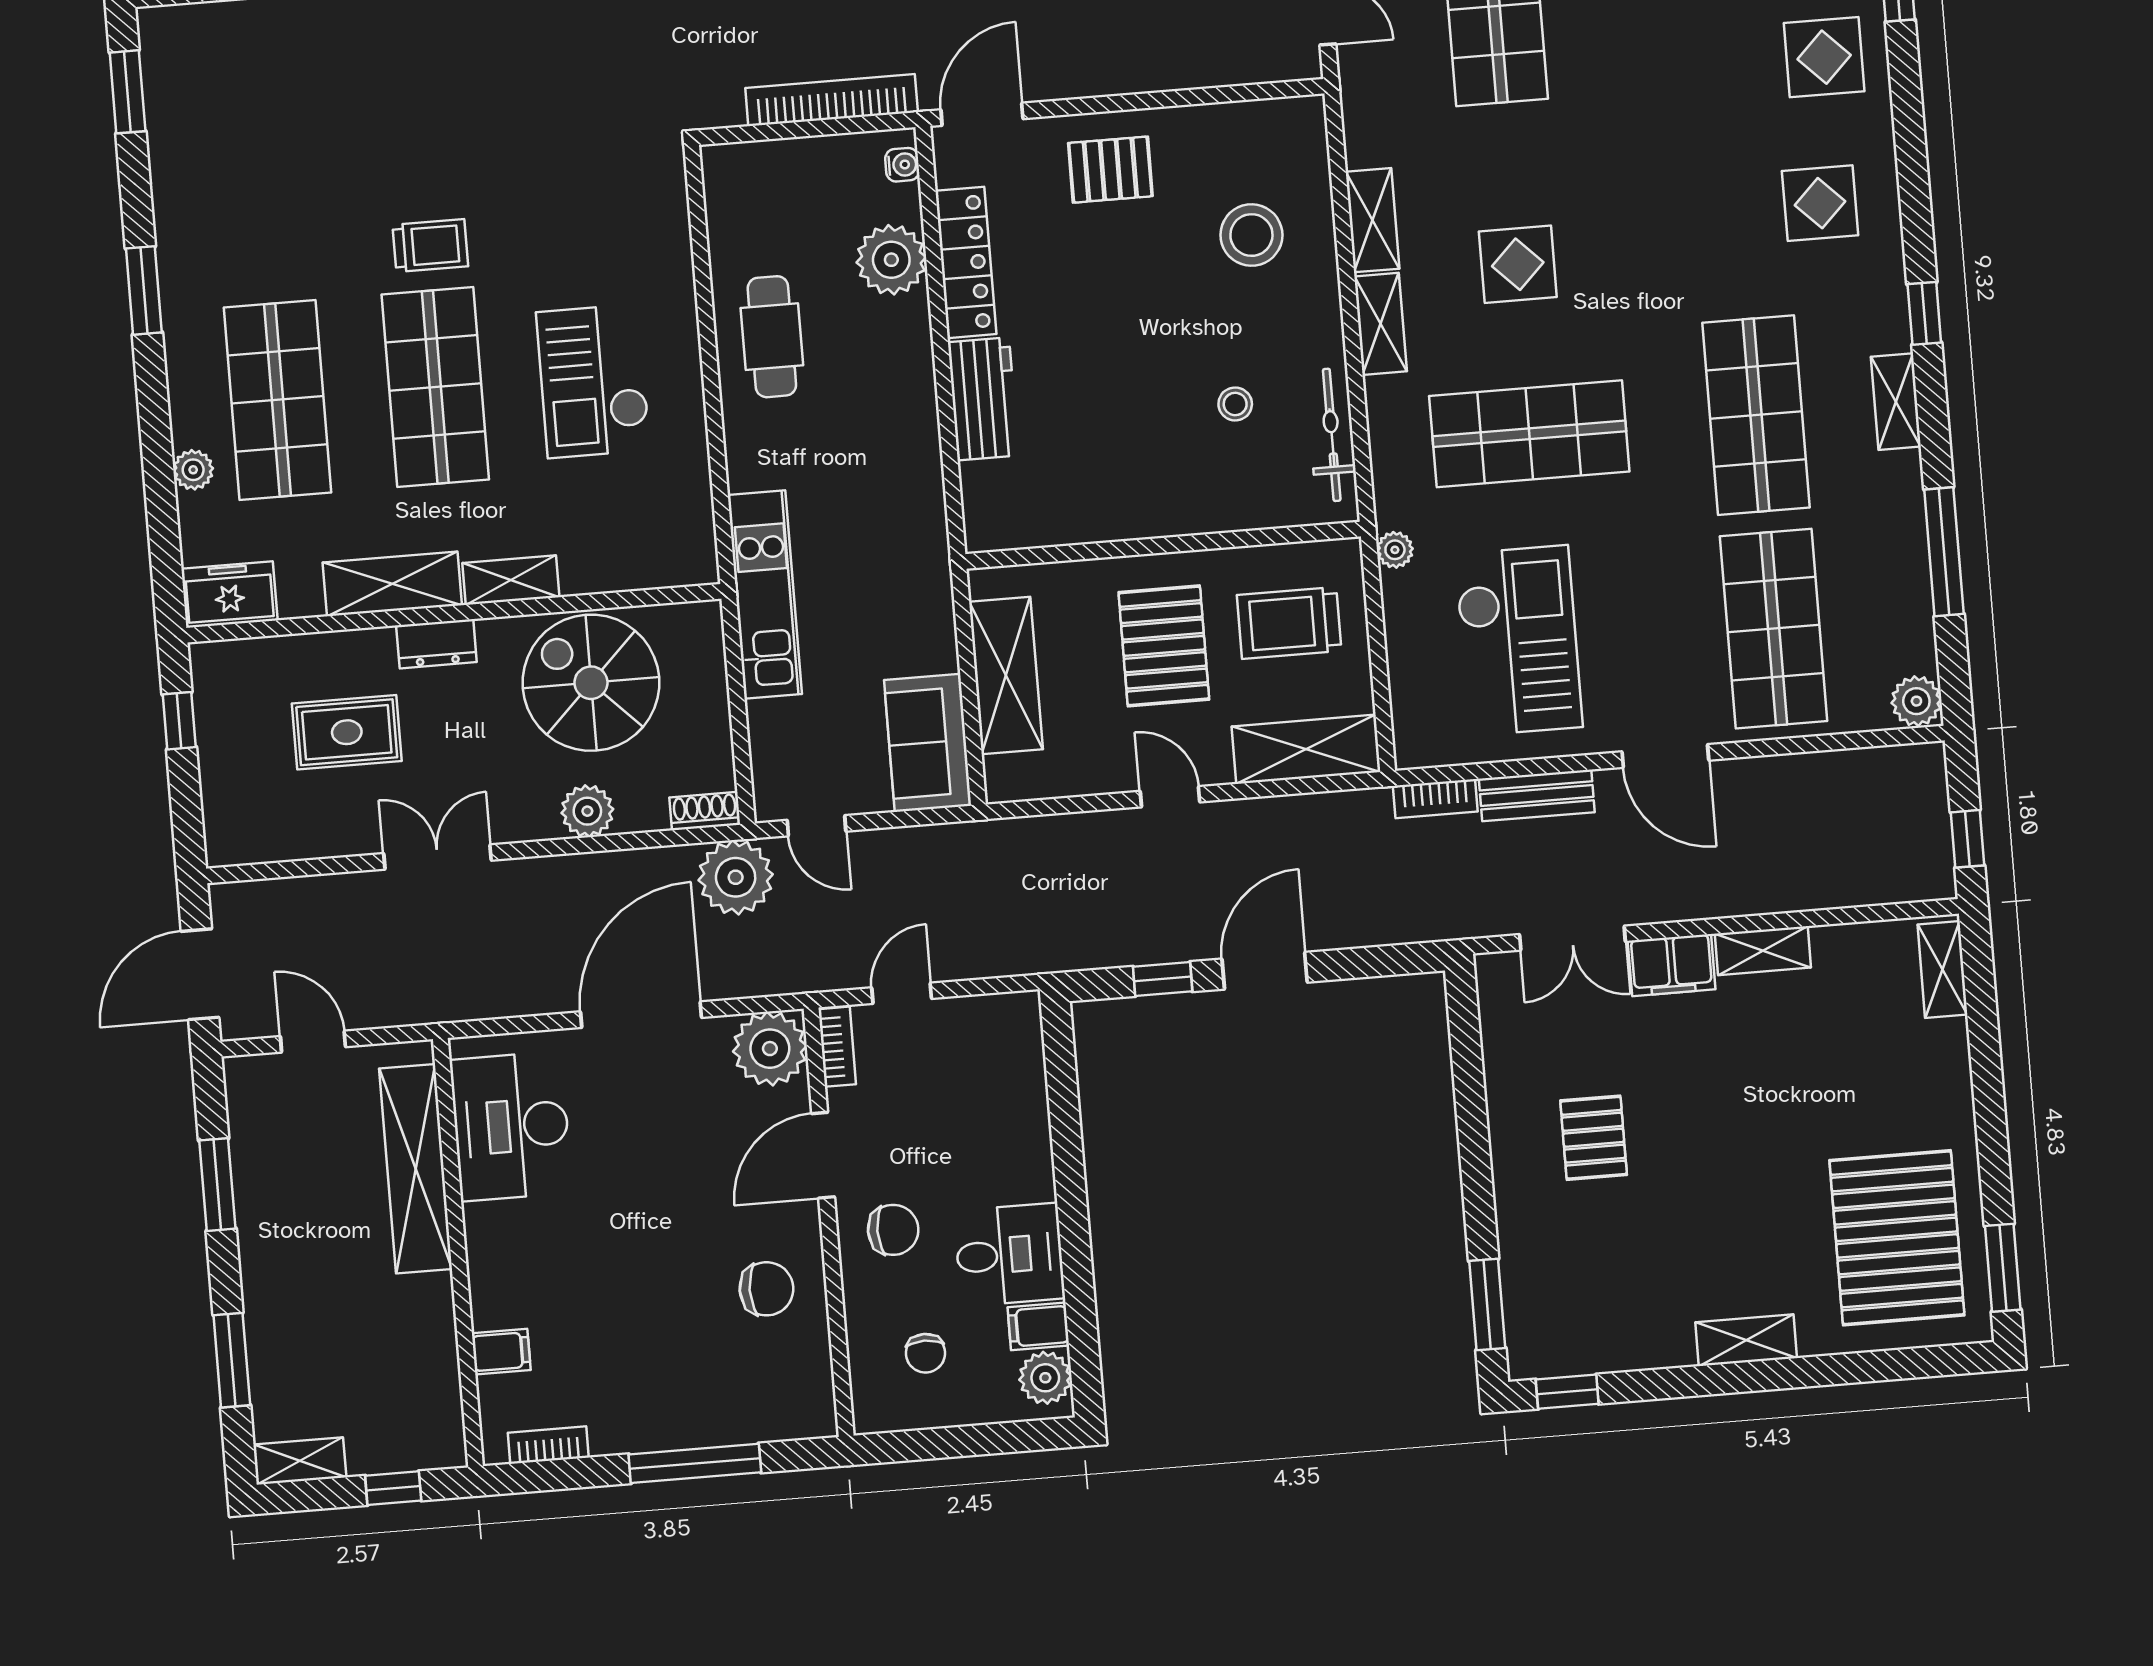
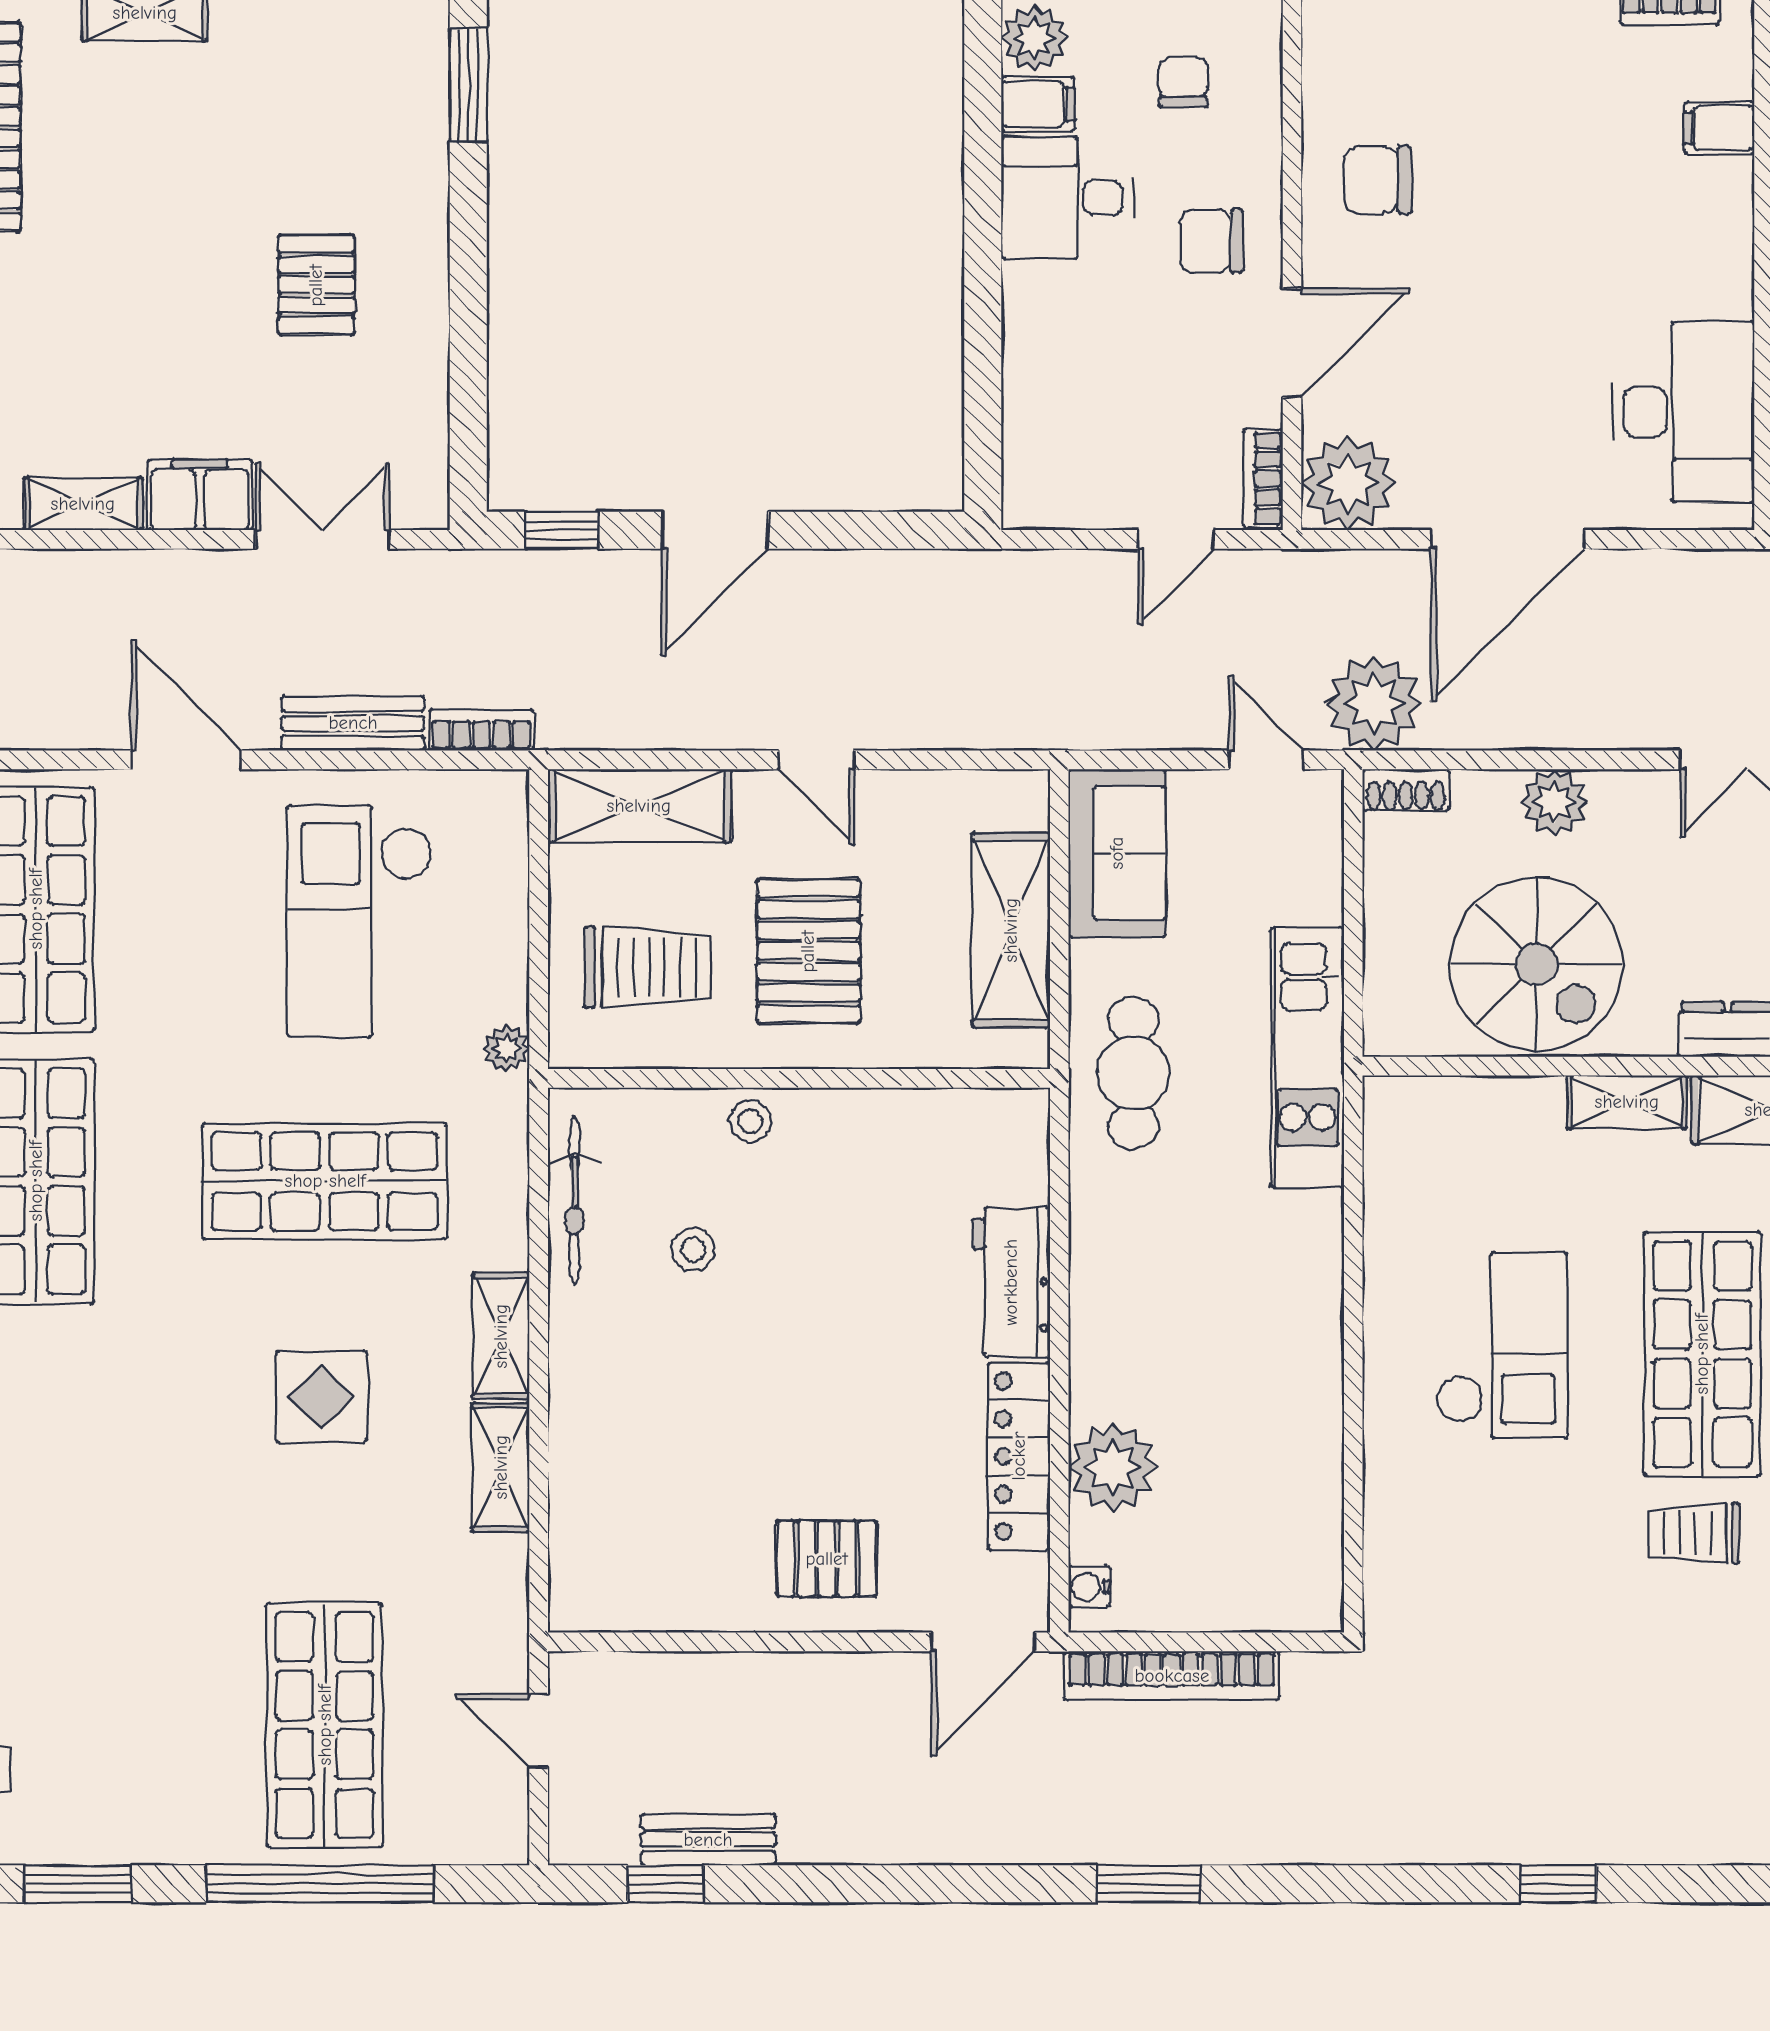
stool: (1251, 235) -> (750, 1121), moved, width x0.53, depth x0.53
cafe table: (772, 337) -> (1133, 1073), moved
window: (1163, 979) -> (561, 530), moved

